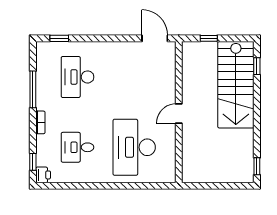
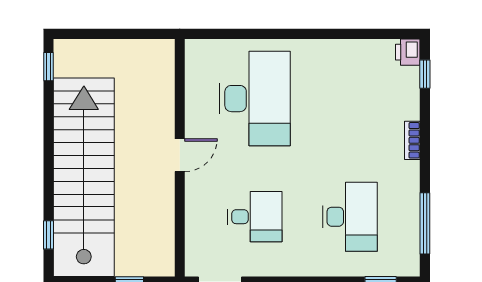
stairs: (236, 85) -> (84, 177), width x1.36
window: (33, 89) -> (425, 223), moved
desk: (77, 147) -> (255, 217), moved

